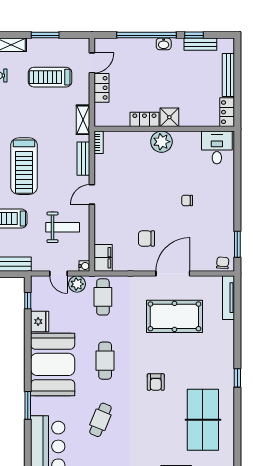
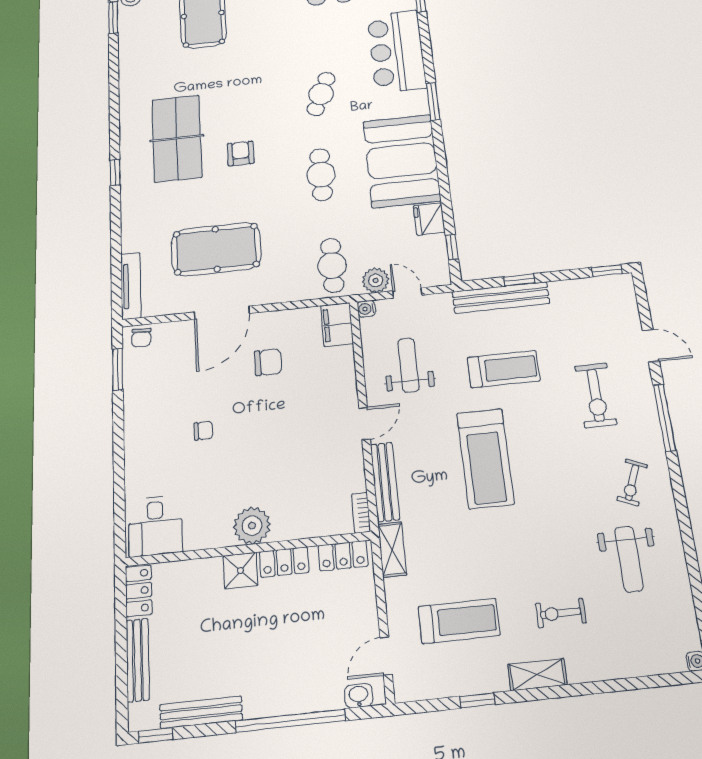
window: (45, 35) -> (477, 700), width x0.67
window: (194, 35) -> (156, 735), moved
washbasin: (164, 44) -> (359, 696), moved
bench: (200, 44) -> (201, 712), width x1.36
locker: (101, 88) -> (343, 556), moved, turned -90
bench: (83, 159) -> (385, 482), width x1.36
treadmill: (24, 166) -> (485, 458), turned 180
weight bench: (63, 227) -> (408, 365), turned 90
table tennis table: (203, 420) -> (177, 138), moved

